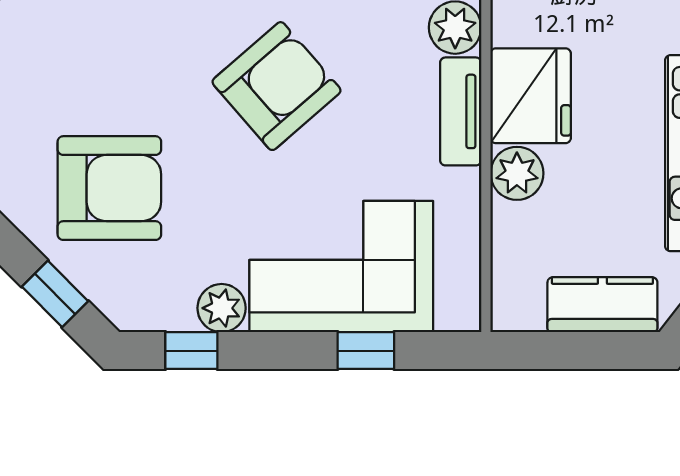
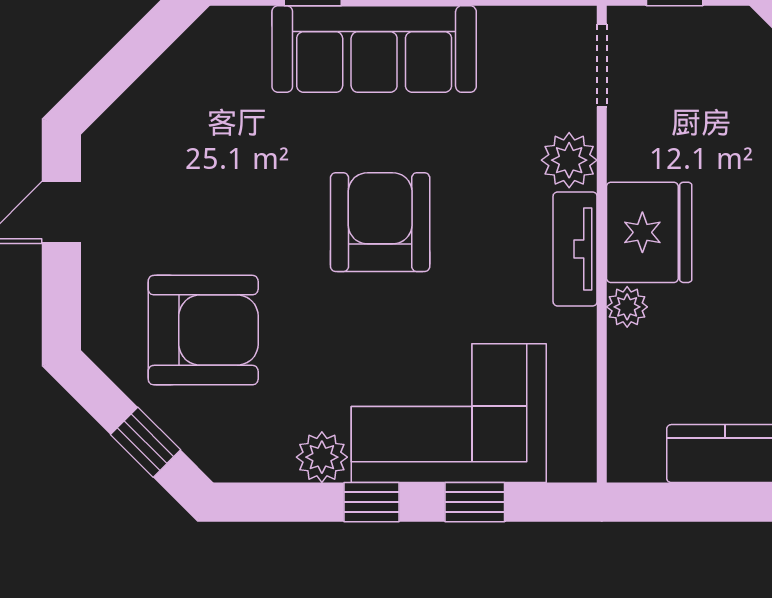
armchair: (276, 86) -> (380, 222), turned -49
plant: (517, 173) -> (627, 307), width x0.73, depth x0.73
window: (191, 351) -> (371, 502), moved

